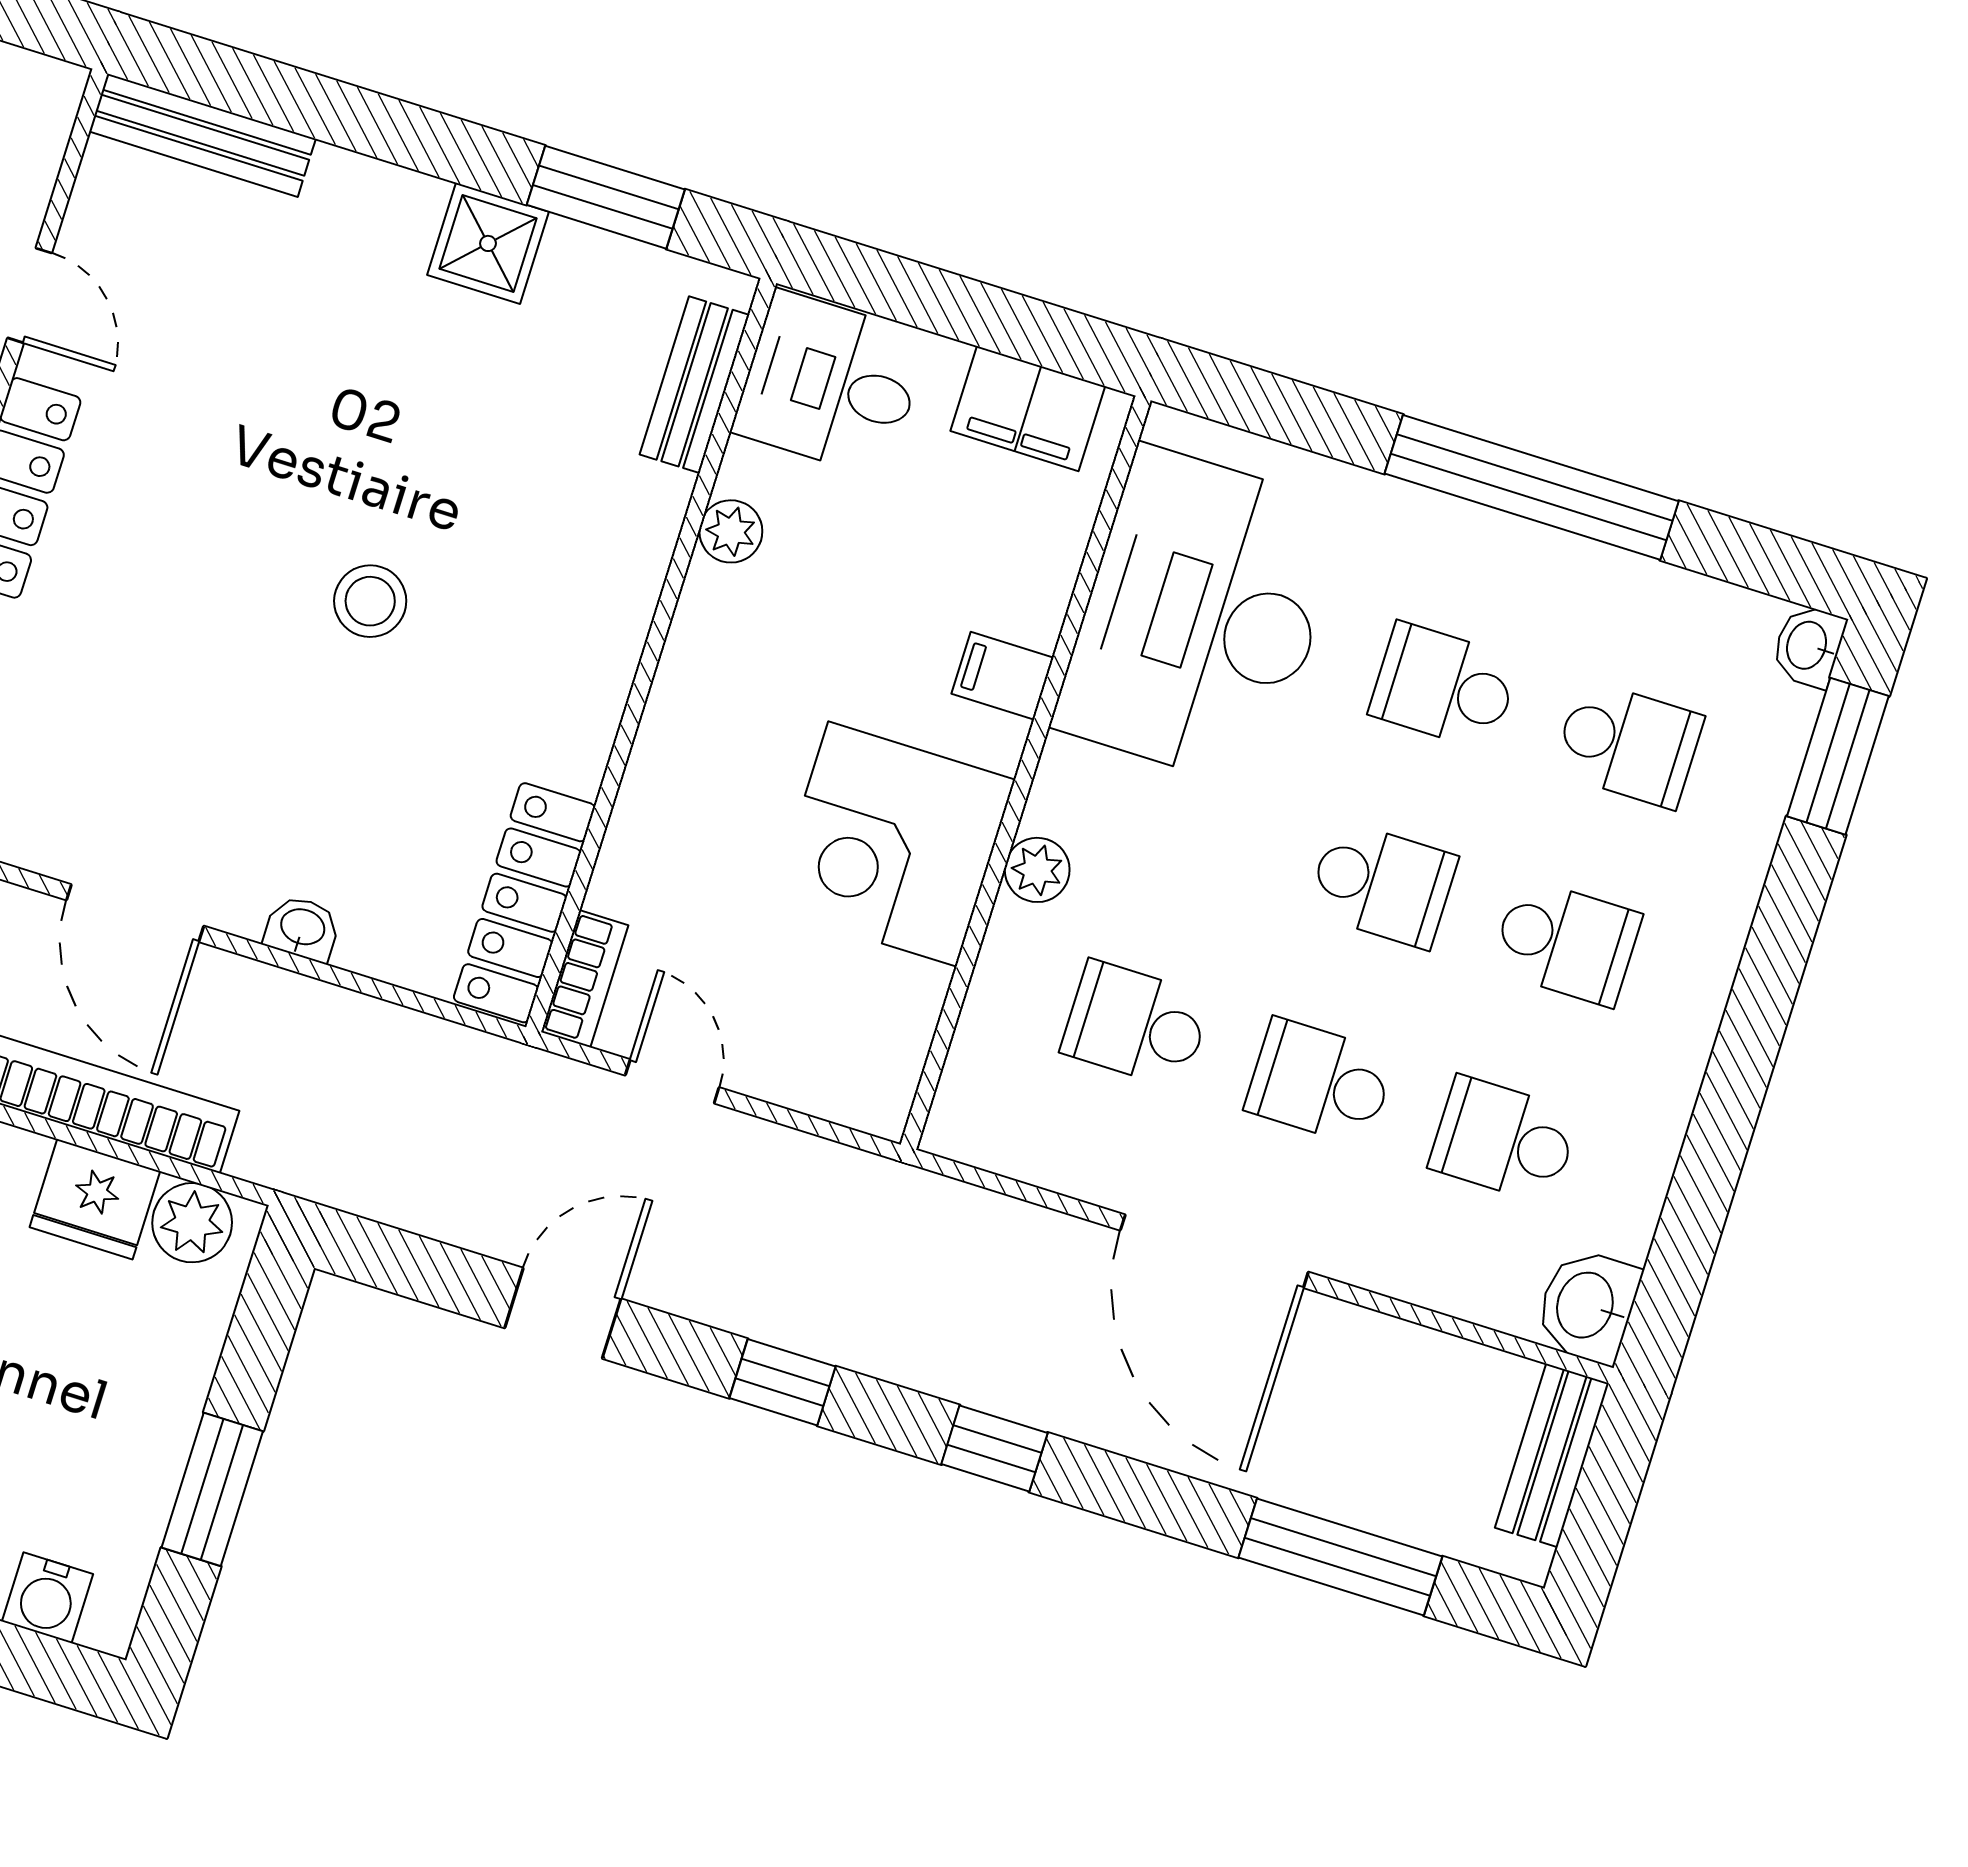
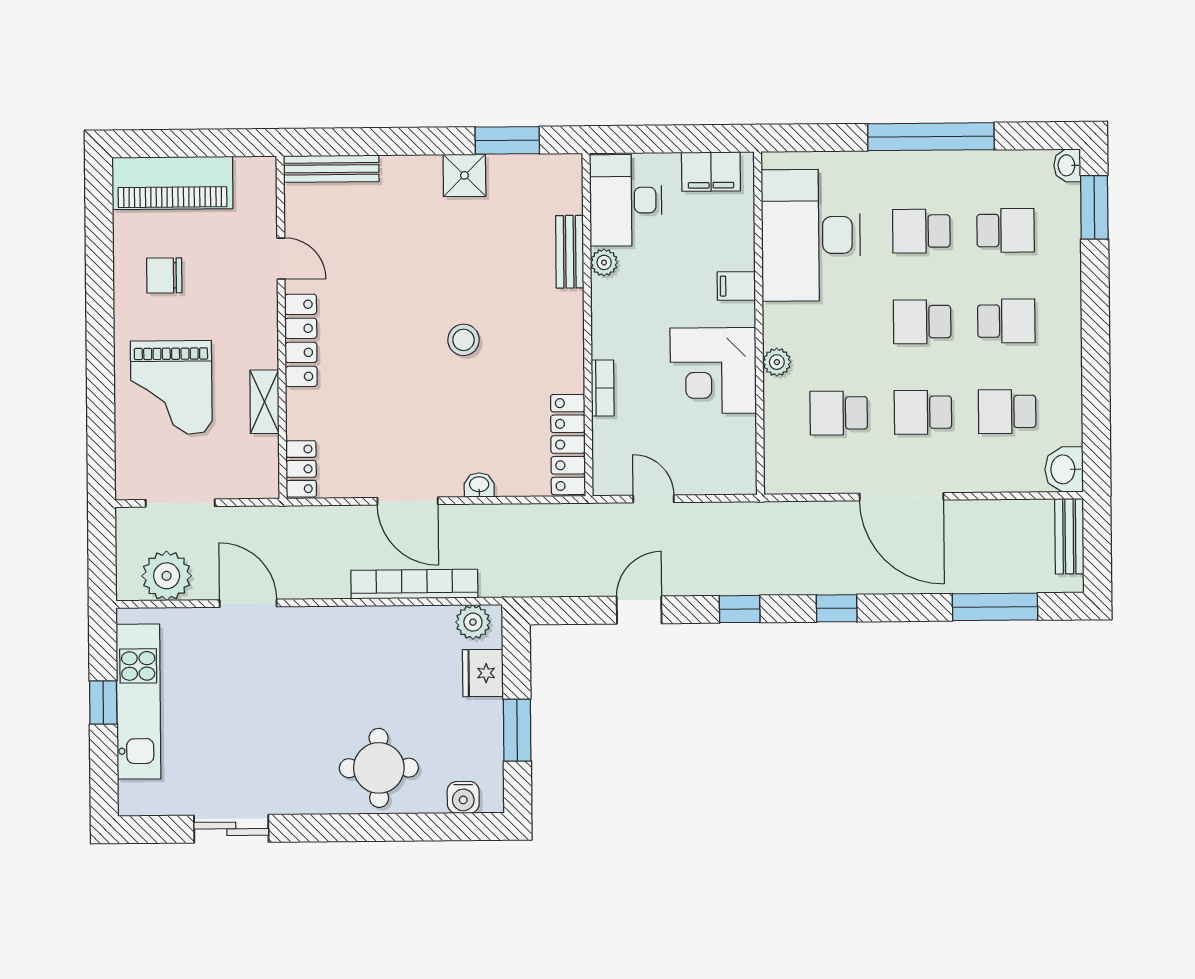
desk: (830, 384) -> (626, 200), width x1.37
bench: (695, 385) -> (570, 252), moved
school desk: (1382, 884) -> (922, 322), turned 180
bookcase: (585, 979) -> (603, 388), moved
fridge: (95, 1199) -> (483, 673), moved, turned 90

